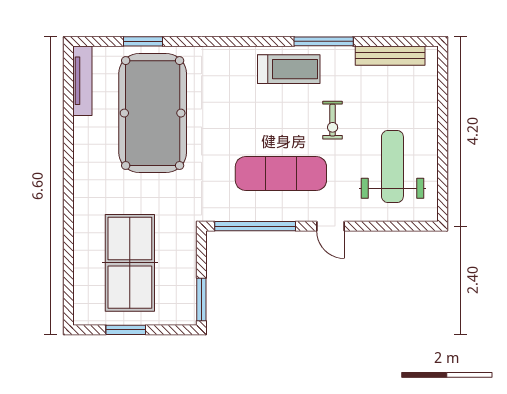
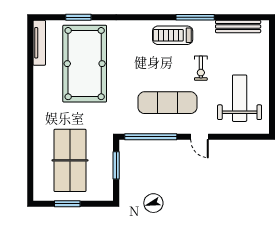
treadmill: (289, 69) -> (173, 35), turned 180
window: (201, 299) -> (116, 165), moved

